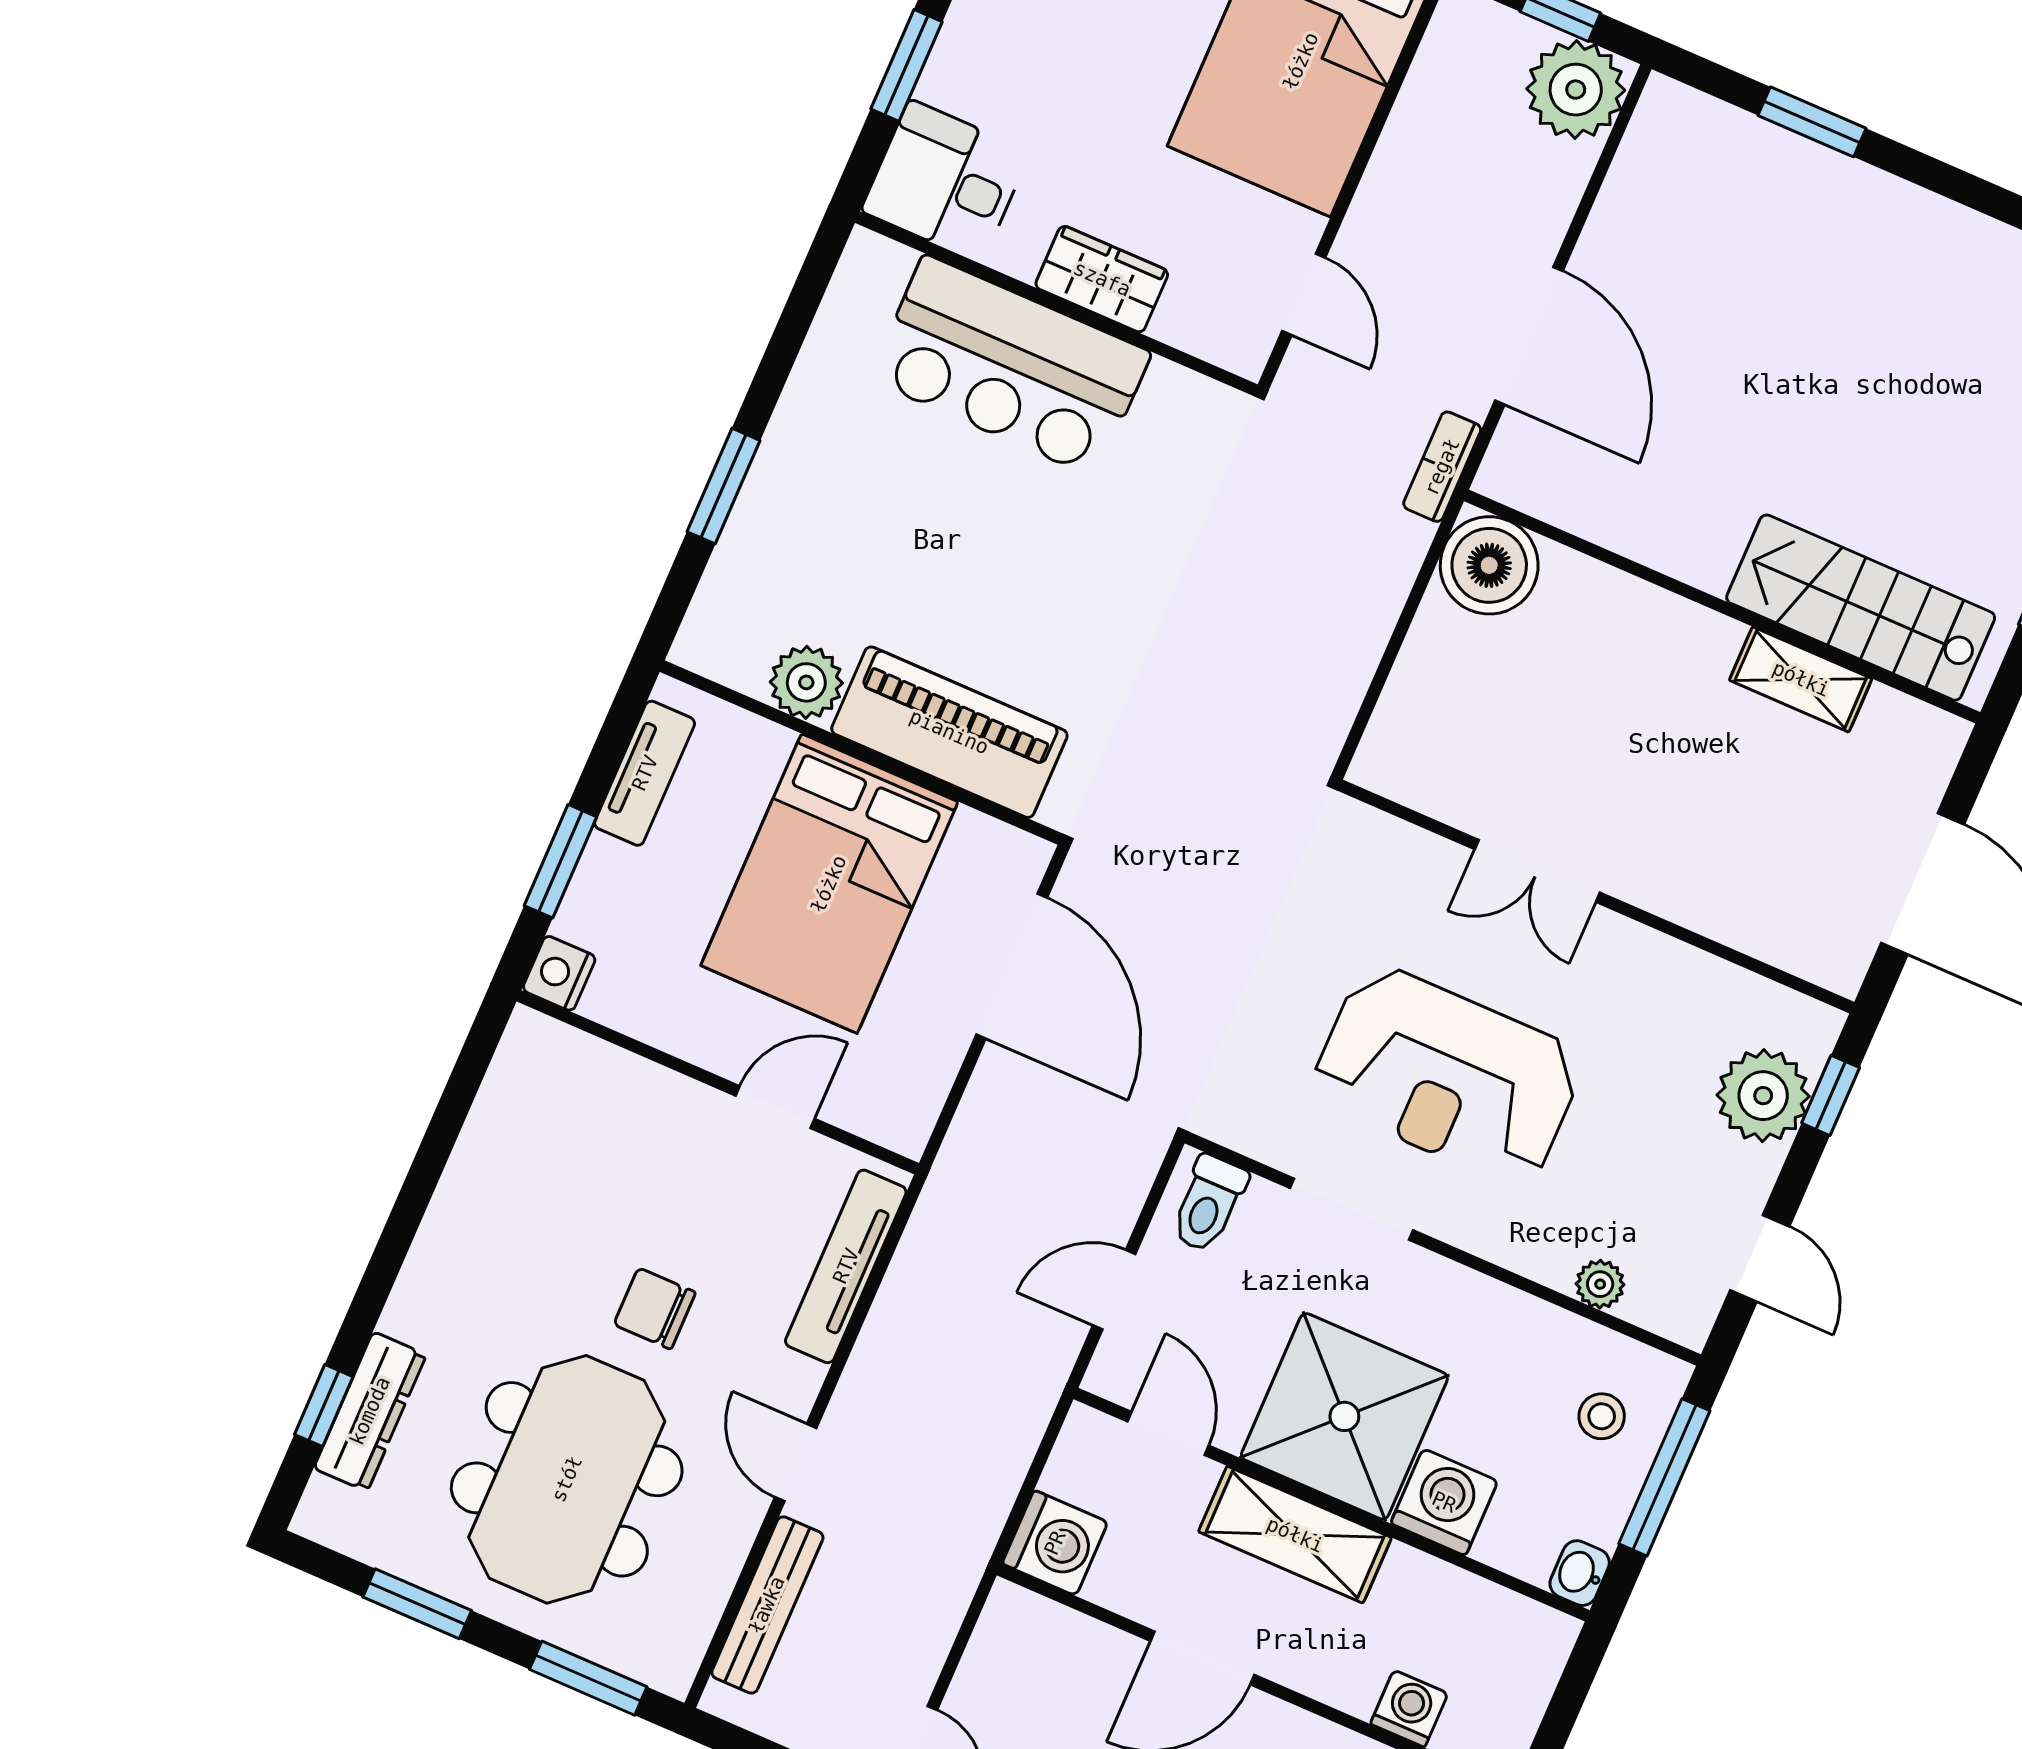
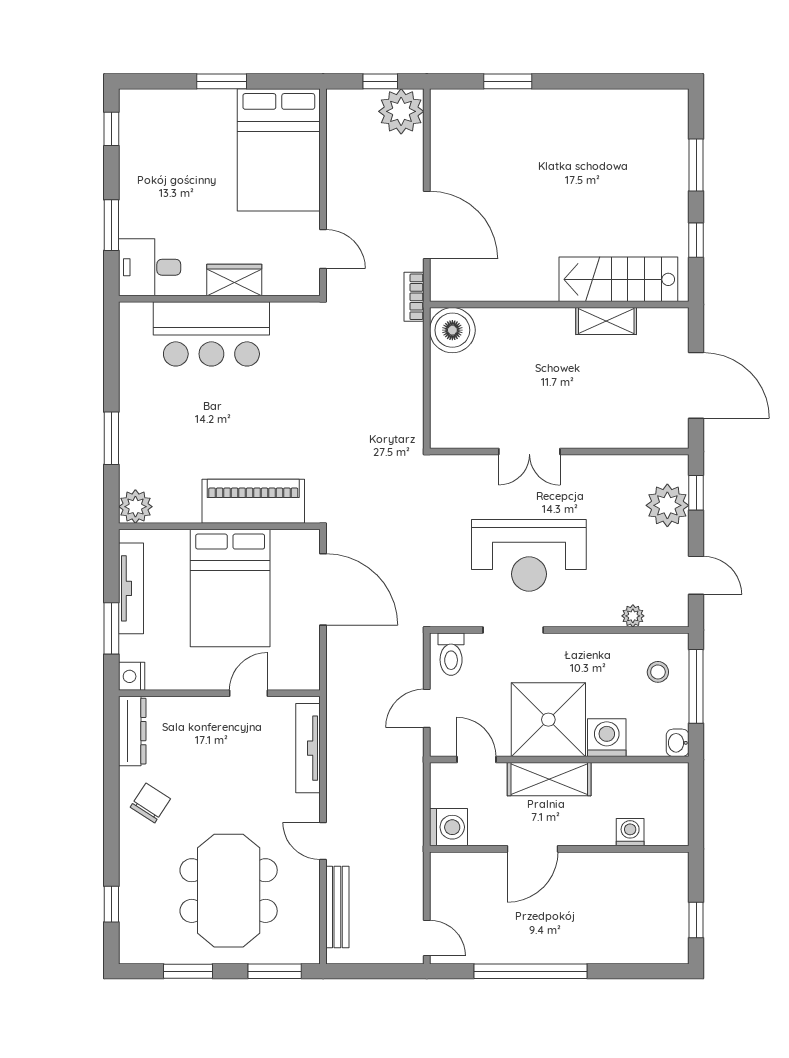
plant: (806, 682) -> (135, 507), moved
tv unit: (645, 773) -> (131, 588), width x1.41
chair: (655, 1309) -> (150, 803), moved, turned 123
dresser: (370, 1411) -> (132, 731), moved

